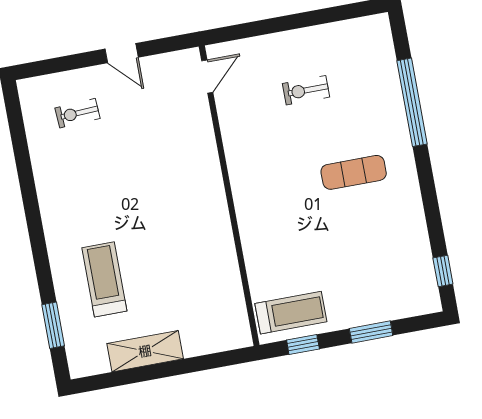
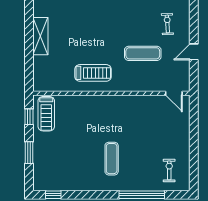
exercise bike: (306, 90) -> (169, 170), moved
exercise mat: (142, 150) -> (143, 53), added
treadmill: (104, 279) -> (93, 73), moved

